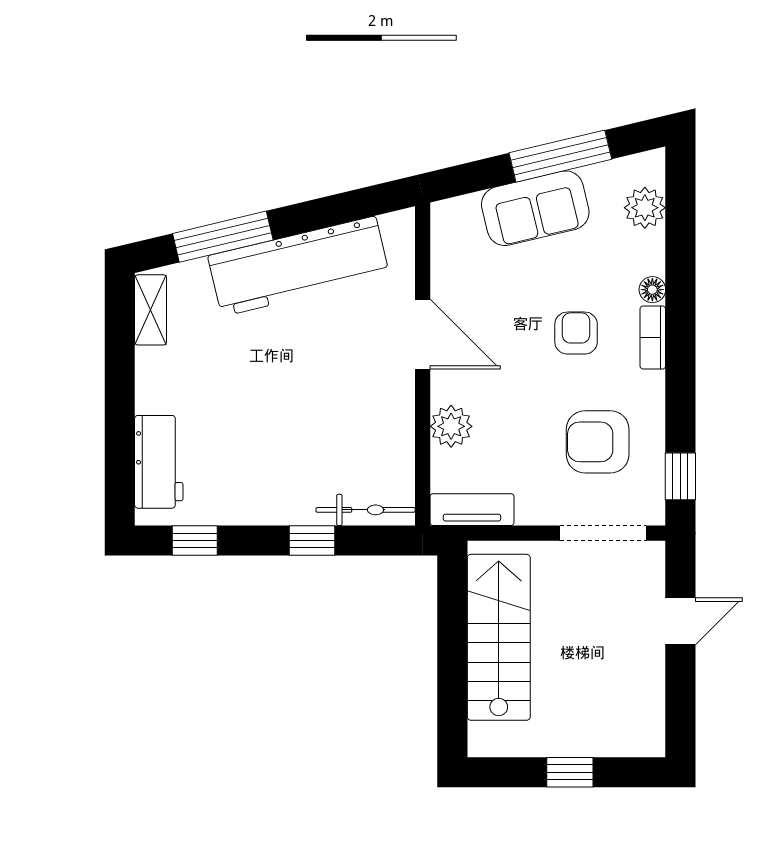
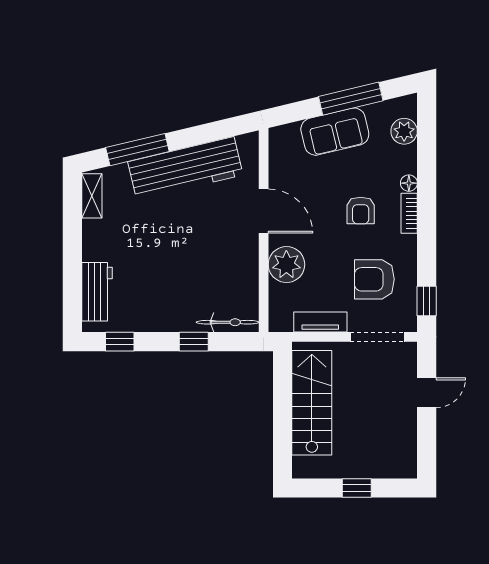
armchair: (576, 333) -> (361, 210), turned 180
plant: (451, 426) -> (286, 265), width x1.36, depth x1.36
tv unit: (472, 510) -> (320, 322), moved

